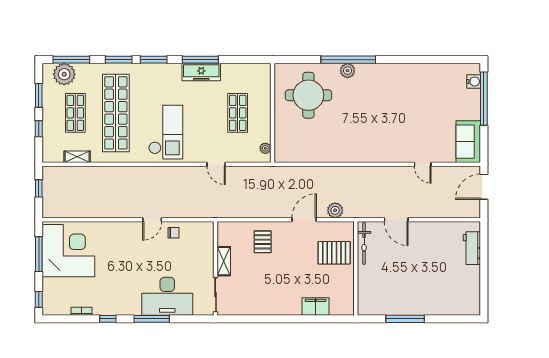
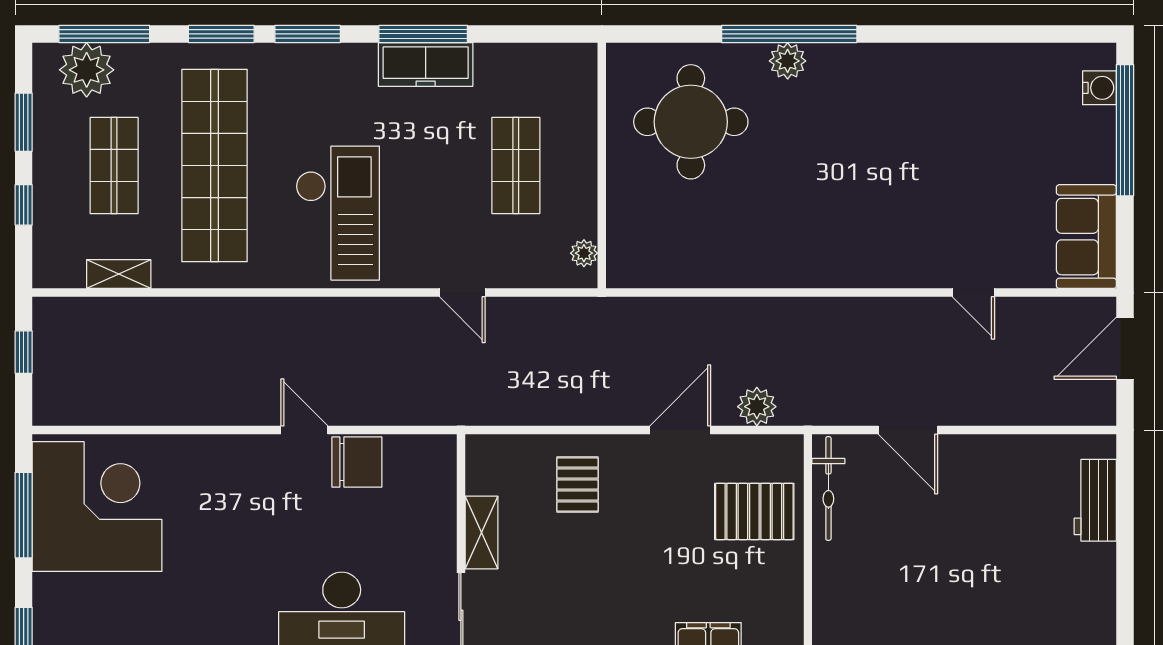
door: (152, 220) -> (304, 430), swing flipped
chair: (173, 233) -> (357, 462), width x1.87, depth x1.87

